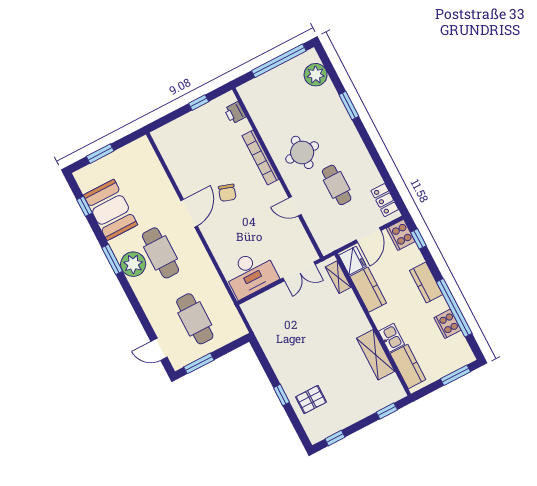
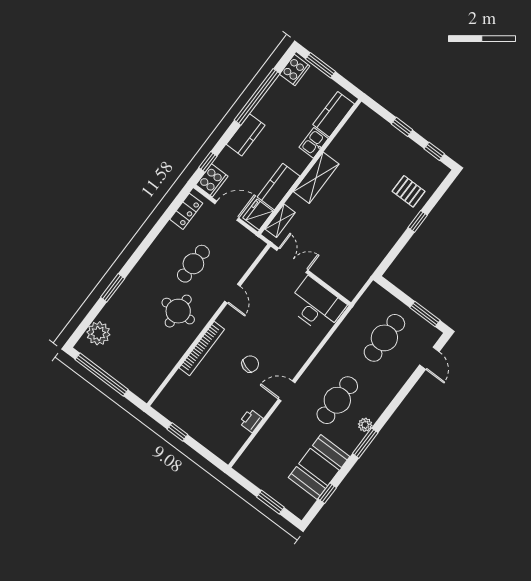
printer: (235, 113) -> (251, 421), moved, turned 180
door: (189, 213) -> (287, 391), width x0.73
plant: (133, 264) -> (365, 425), width x0.53, depth x0.53
cooker: (448, 324) -> (295, 70), moved
shelving: (376, 355) -> (316, 178), moved
window: (387, 411) -> (402, 127), moved

